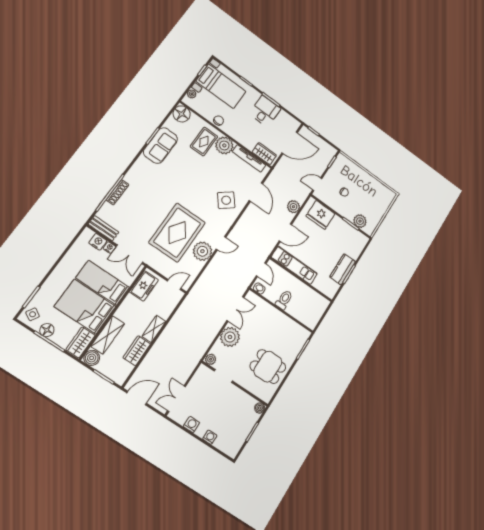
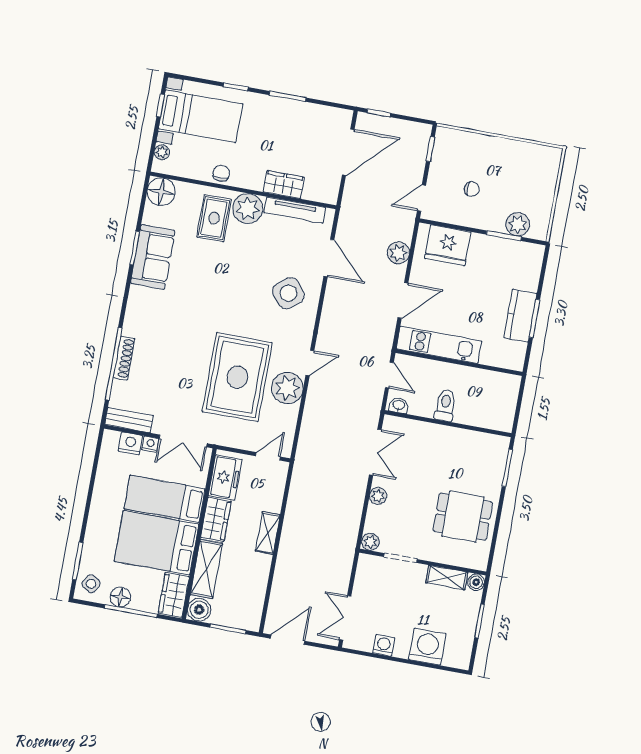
desk: (265, 111) -> (287, 120), removed
wardrobe: (264, 154) -> (284, 185), moved
plant: (230, 337) -> (378, 496), width x0.53, depth x0.53
wardrobe: (137, 351) -> (216, 519), moved, turned 180
shelving: (245, 398) -> (447, 578), added
washing machine: (210, 437) -> (427, 647), width x1.89, depth x1.89

